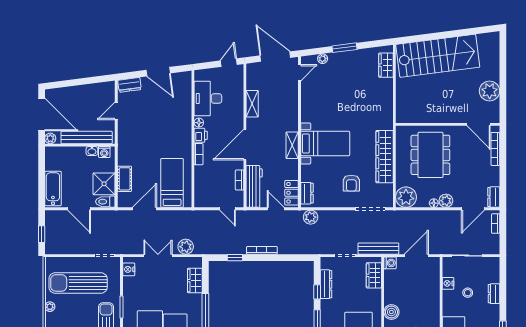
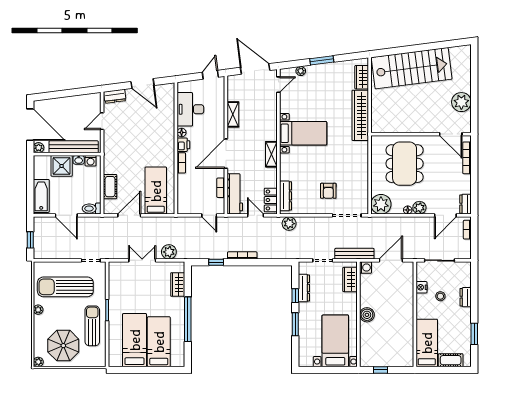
bed with nightstands: (325, 143) -> (303, 133), moved
wardrobe: (385, 157) -> (360, 115), moved
shower: (104, 184) -> (62, 166), moved
dresser: (307, 193) -> (286, 196), width x1.44
nightstand: (129, 269) -> (114, 274), removed

